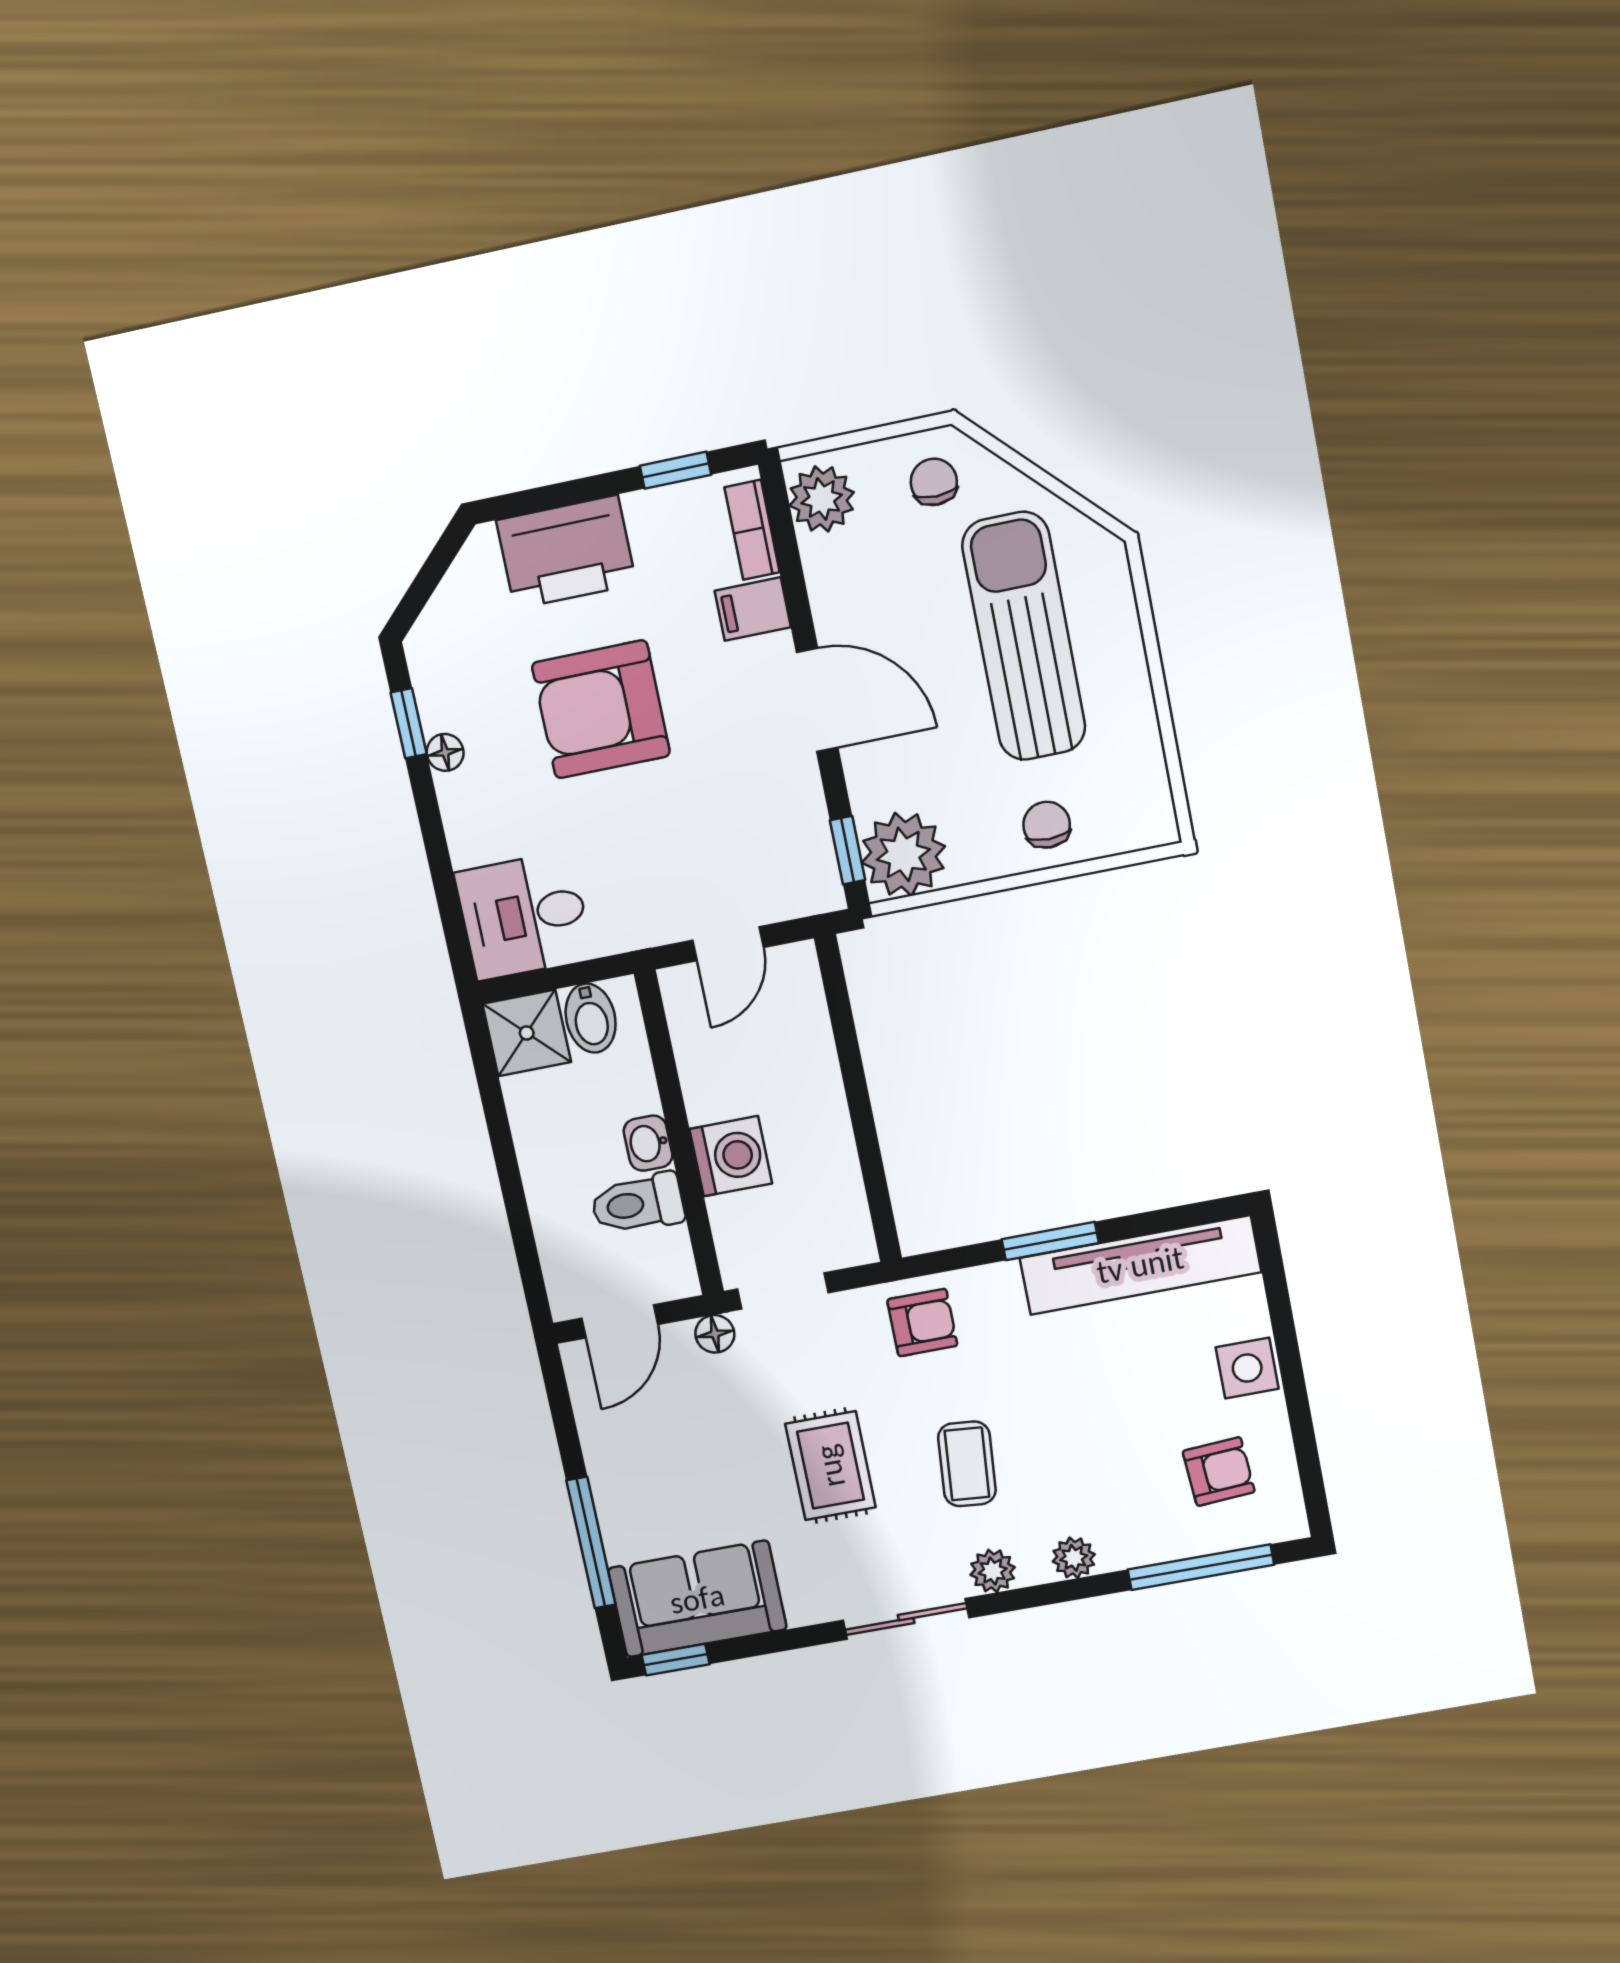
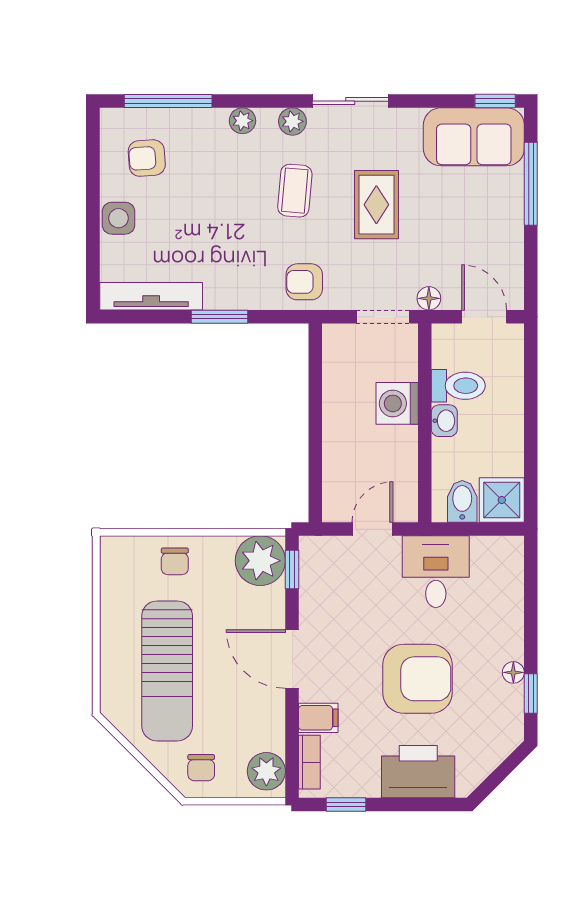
desk: (524, 916) -> (436, 572), moved, turned -90
tv unit: (1140, 1265) -> (151, 296), width x0.73, depth x0.78
door: (620, 1321) -> (484, 317), hinge flipped

